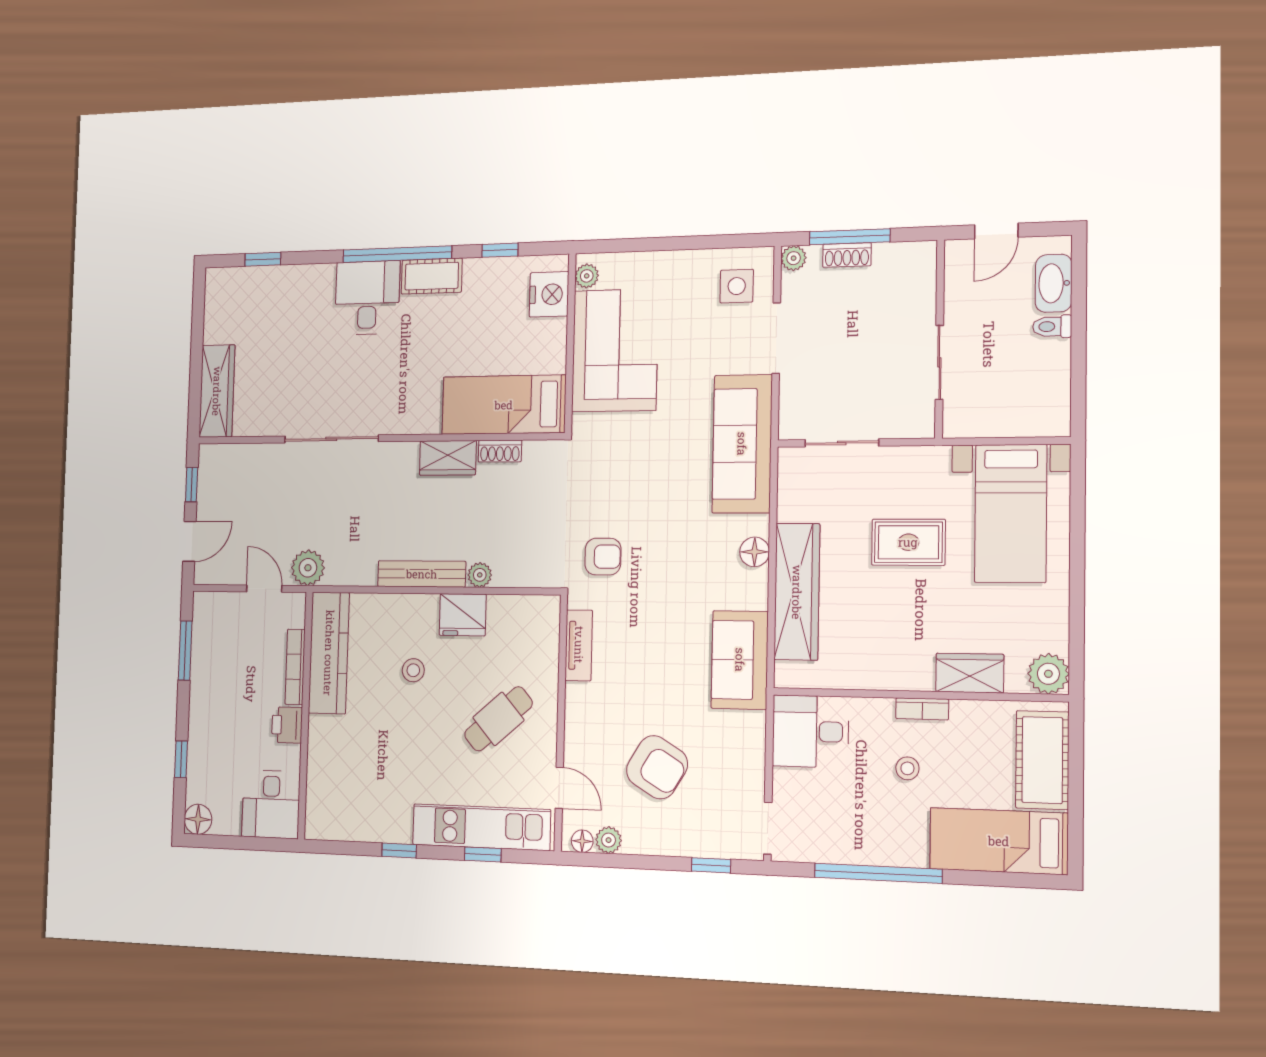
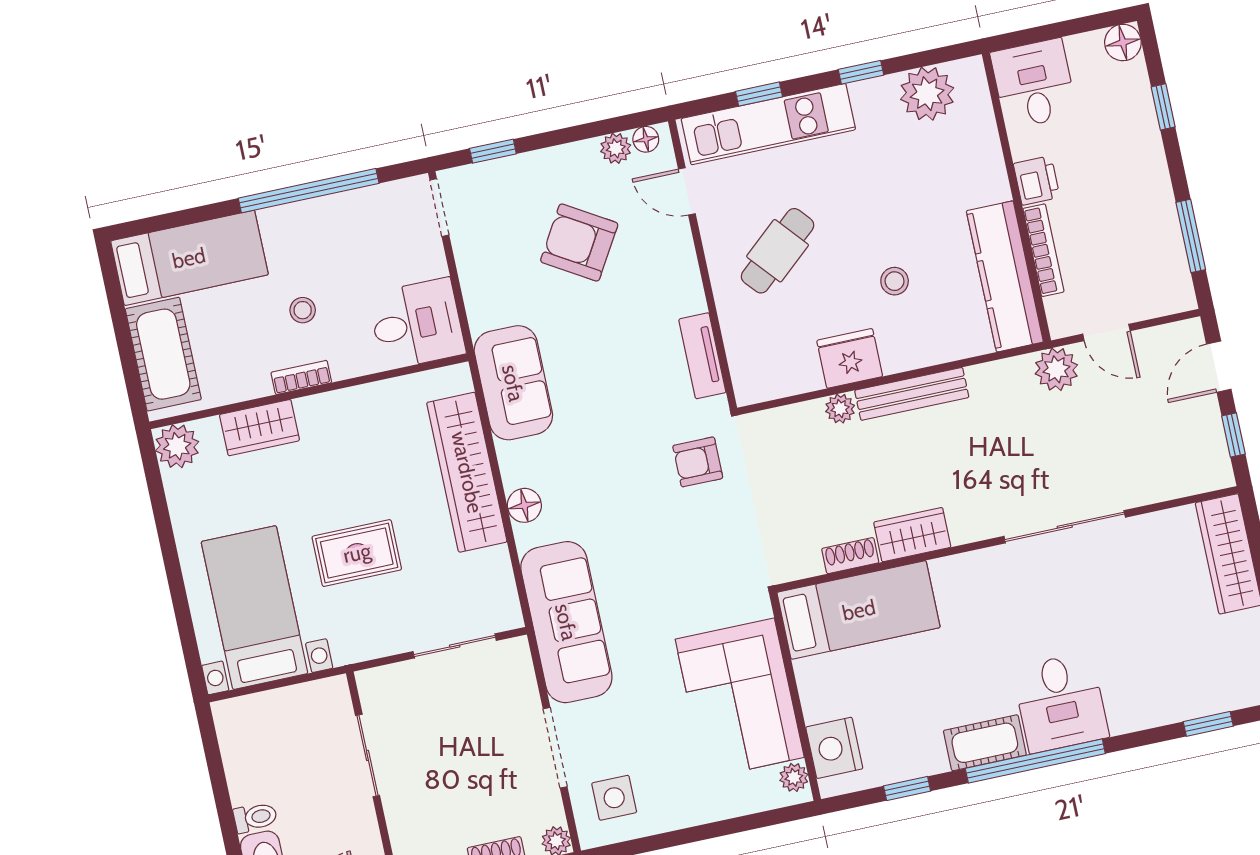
plant: (353, 819) -> (927, 94), added

